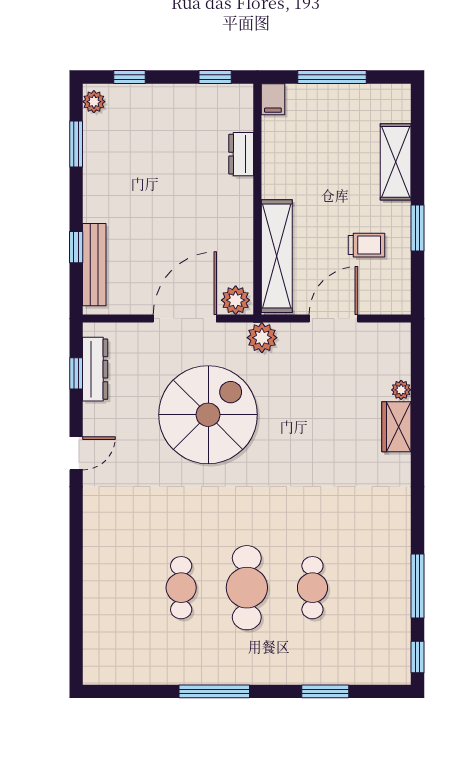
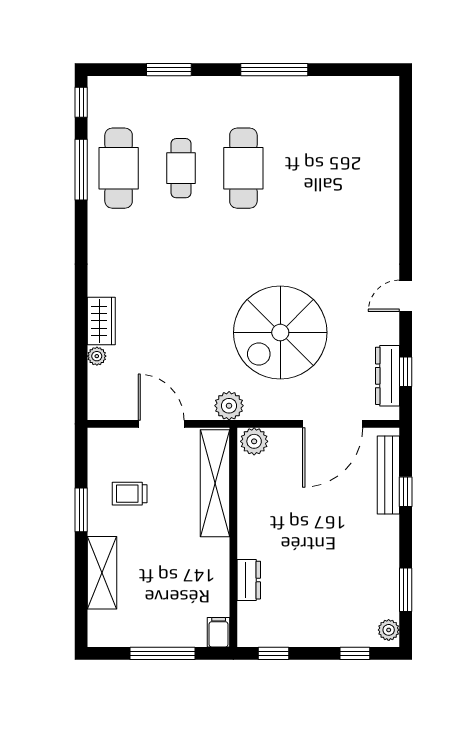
door: (185, 319) -> (333, 424), moved
door: (333, 319) -> (161, 424), swing flipped
cafe table: (181, 588) -> (119, 168), moved, width x1.37, depth x1.35

